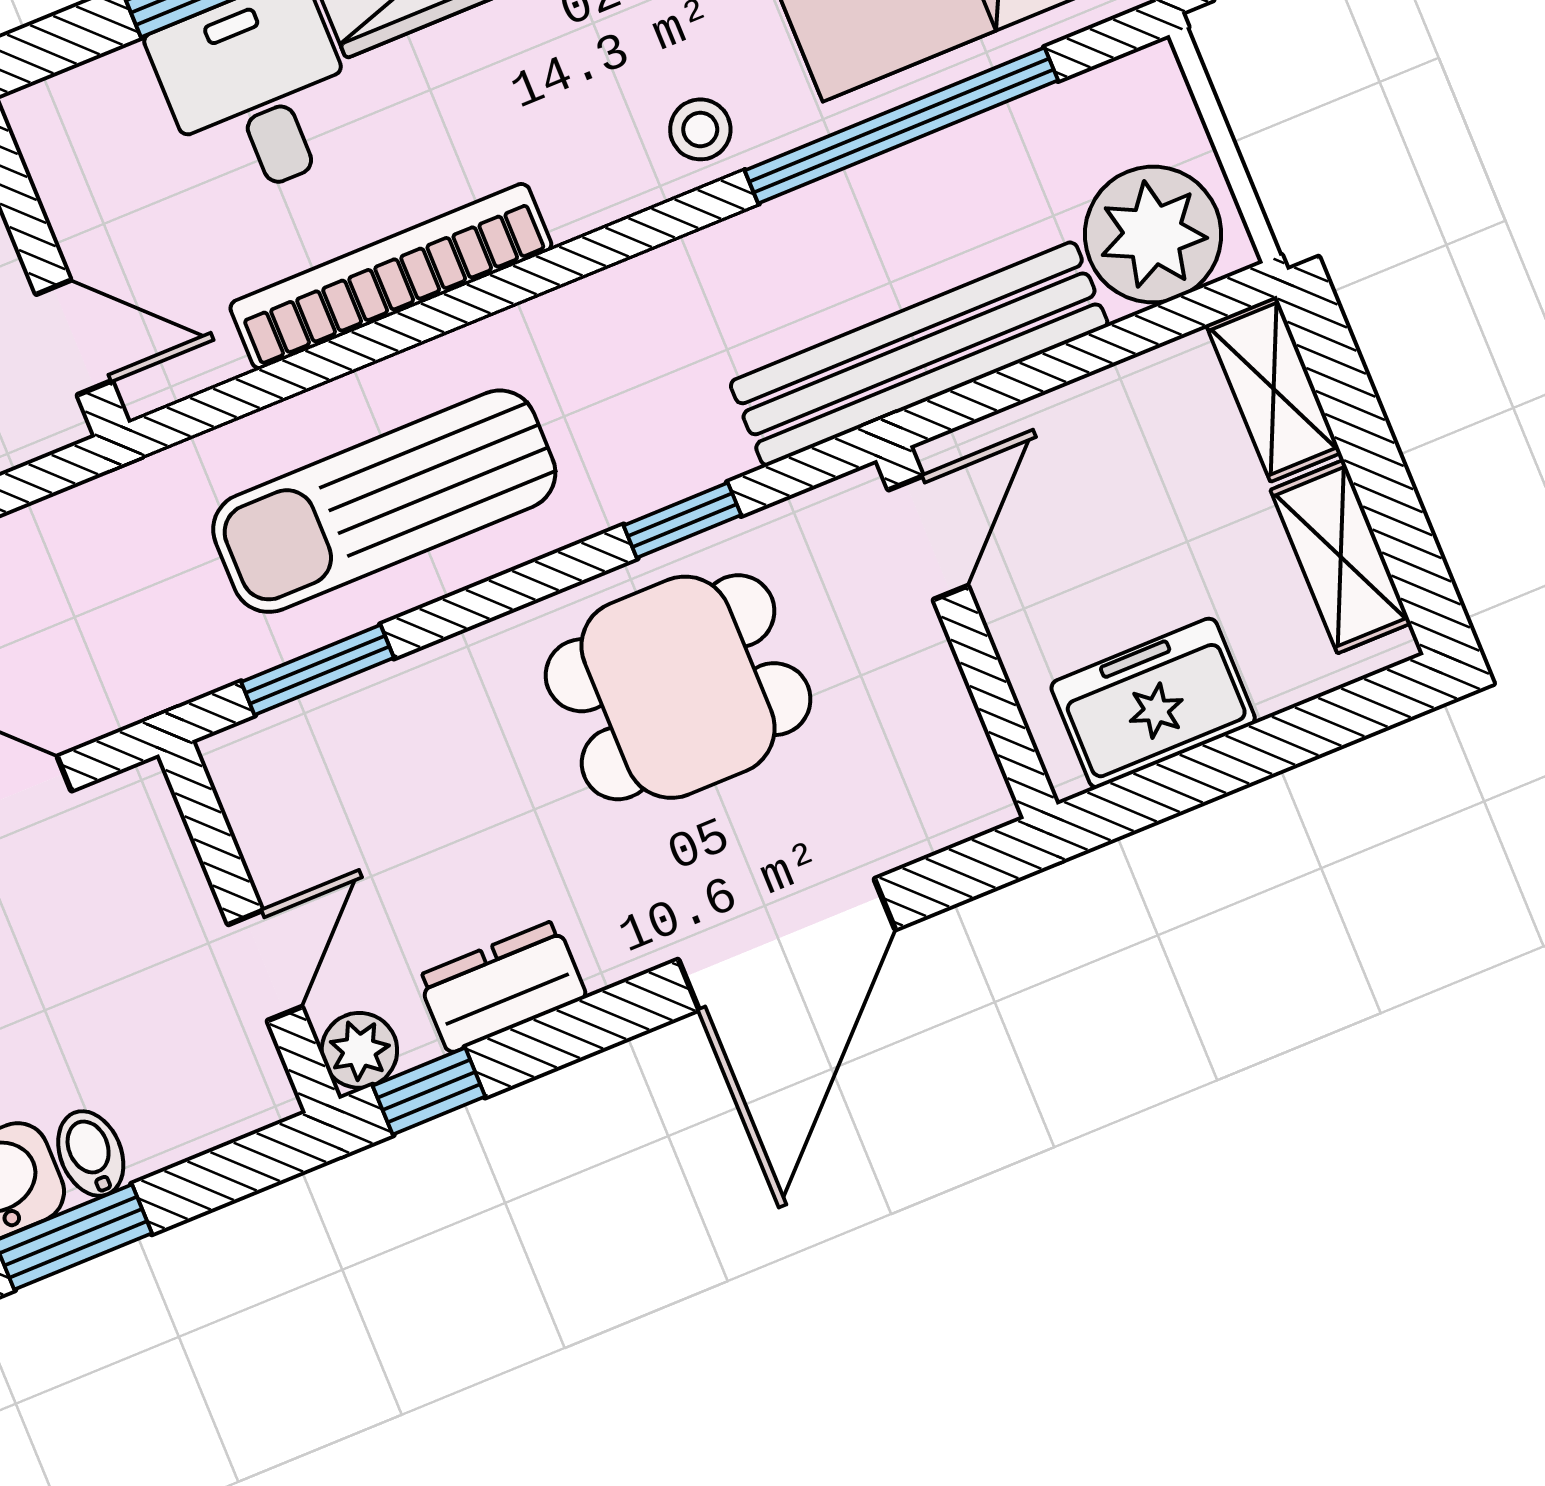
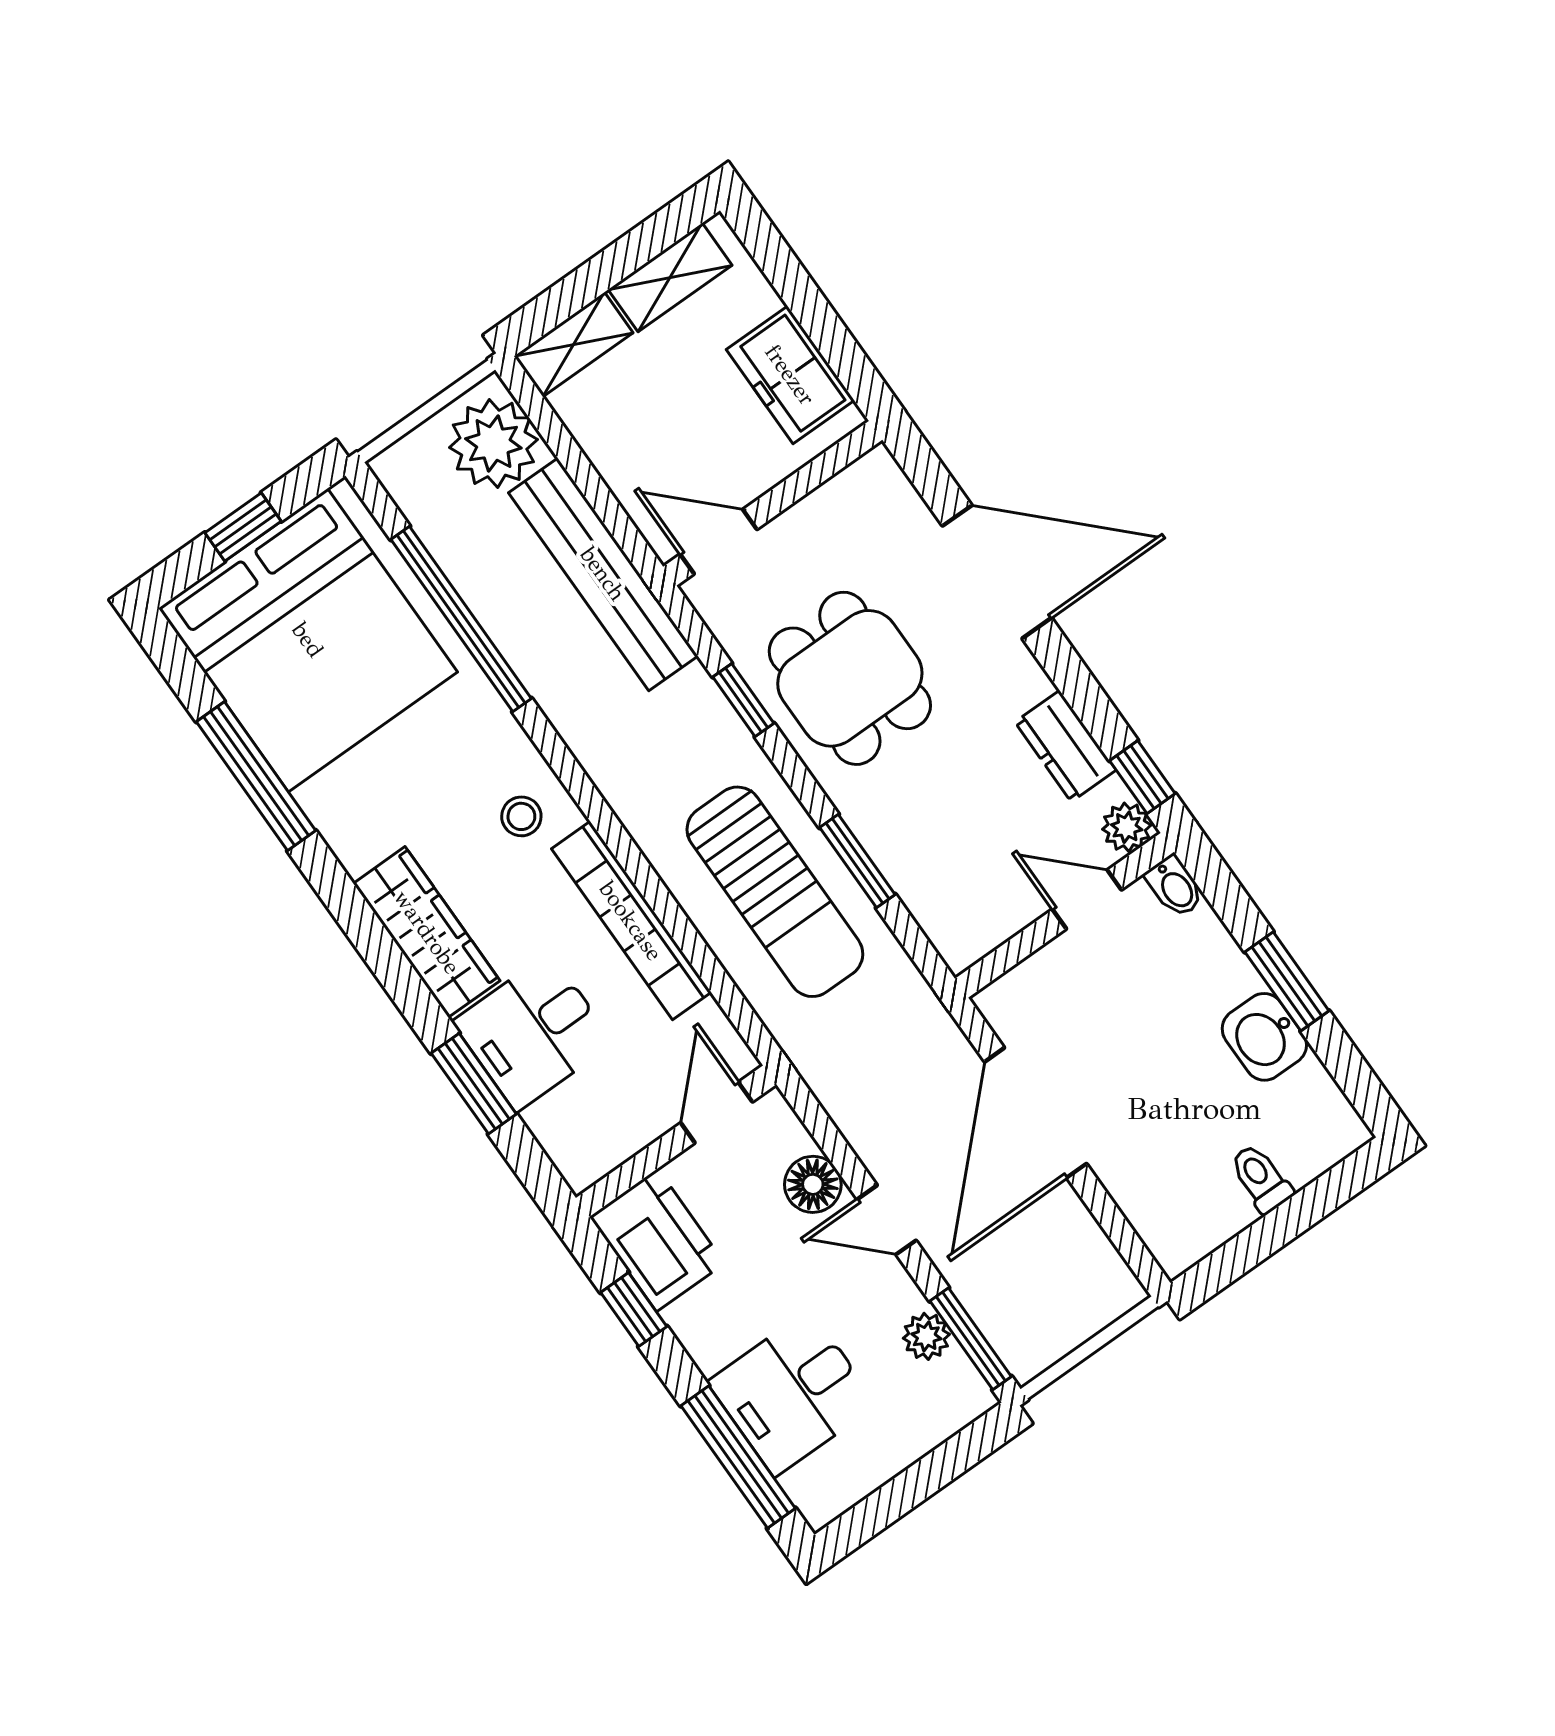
stool: (700, 129) -> (521, 816), moved
window: (317, 670) -> (857, 861), moved
bidet: (91, 1154) -> (1175, 886), moved, turned -90

